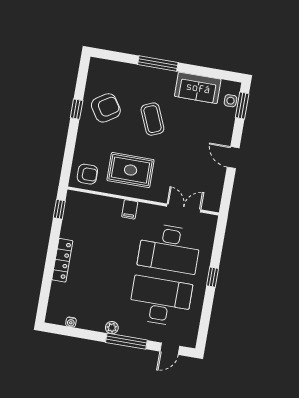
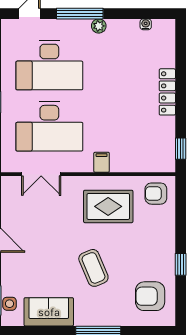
armchair: (106, 108) -> (150, 296), moved, turned 33
desk: (169, 248) -> (49, 126), turned 180

